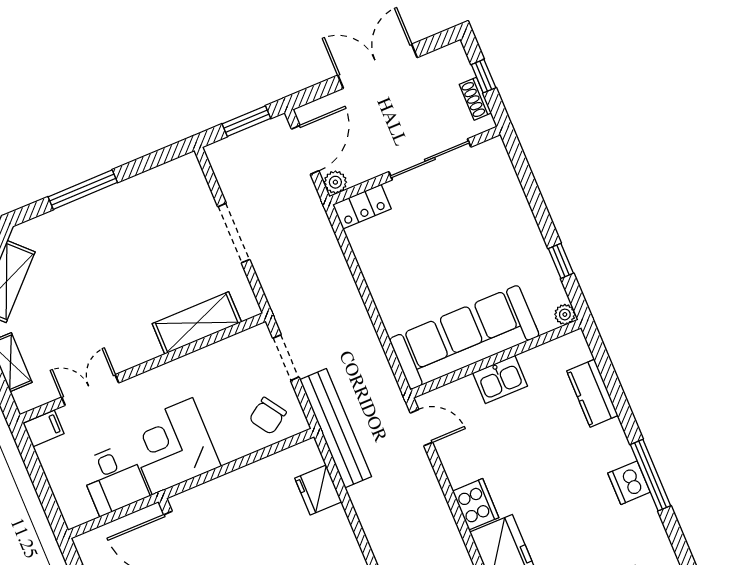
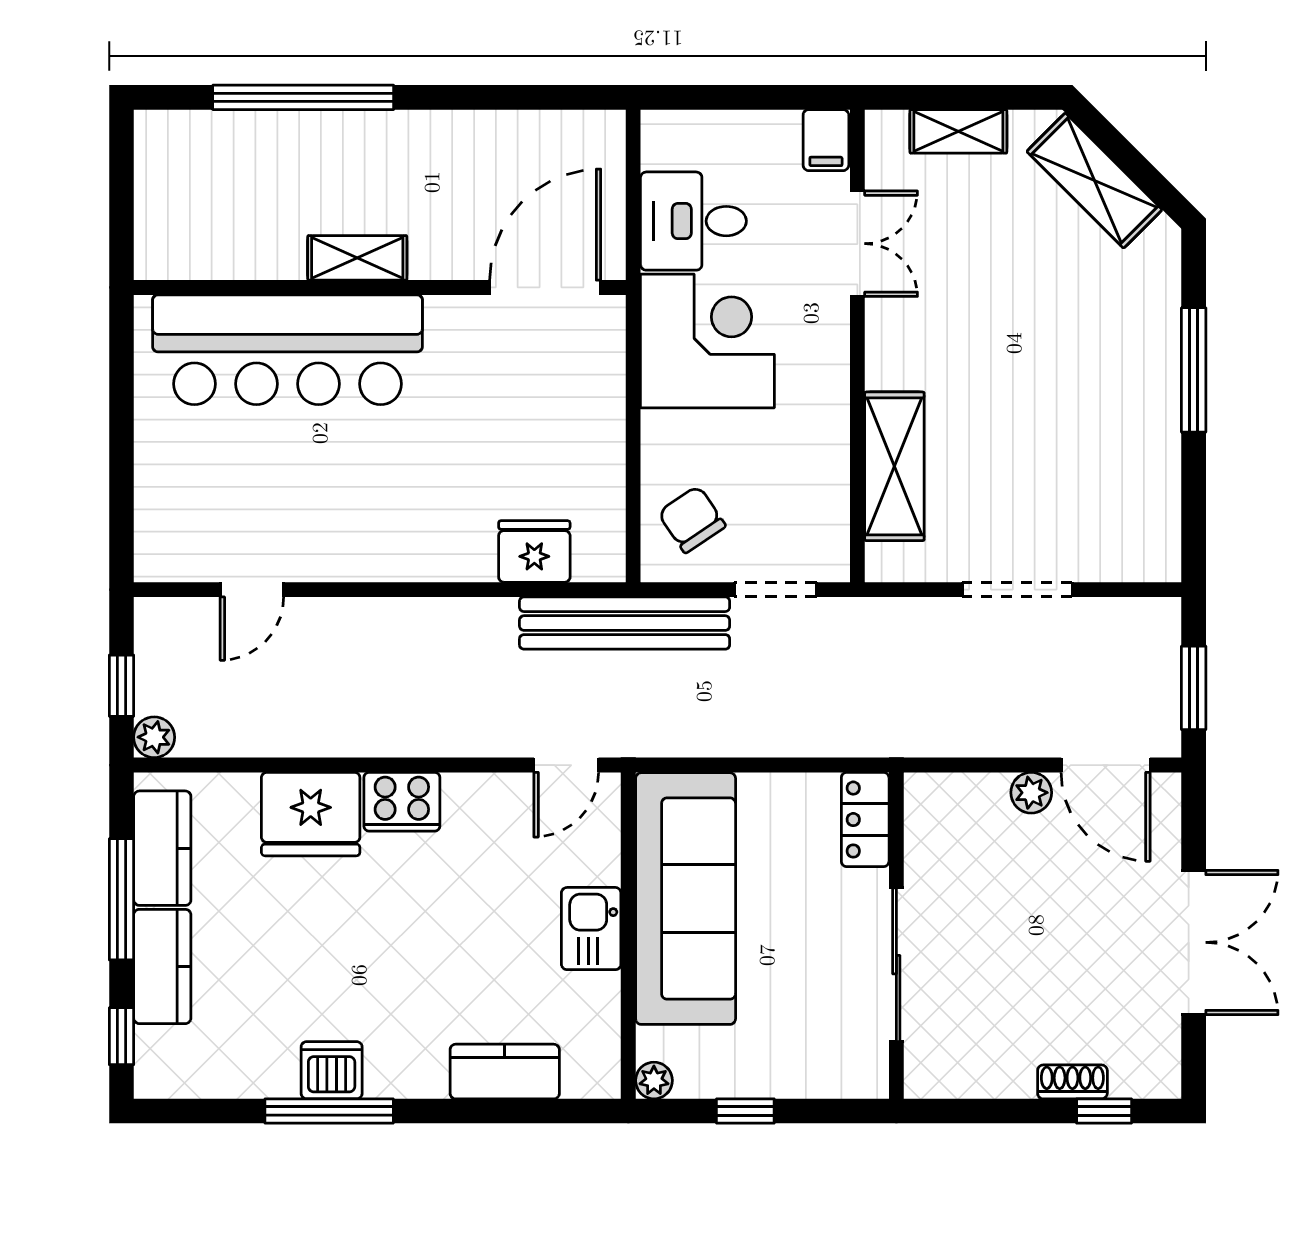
sliding door: (430, 159) -> (896, 965), moved
wall: (415, 166) -> (896, 936), moved
locker: (362, 207) -> (865, 820), moved

